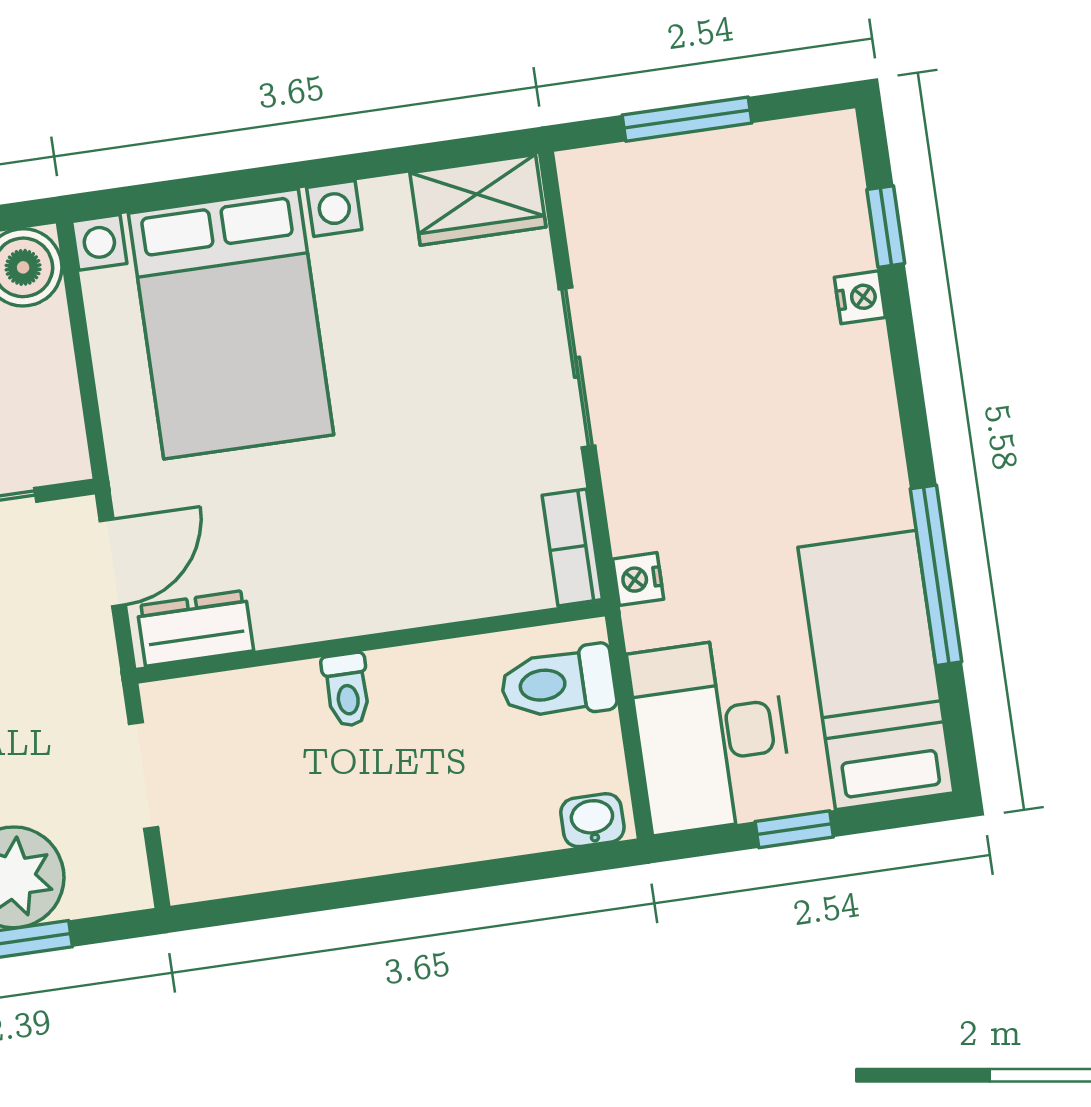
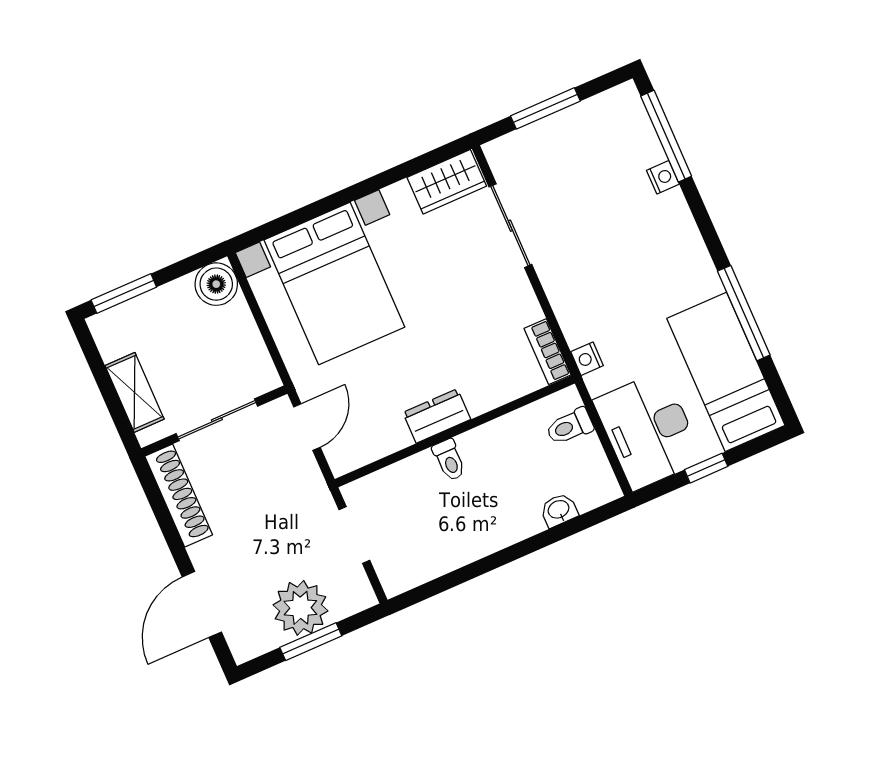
window: (886, 227) -> (666, 136), width x2.17
sliding door: (577, 367) -> (510, 226), moved
dresser: (195, 628) -> (437, 416), moved
toilet: (558, 683) -> (570, 426), width x0.73, depth x0.72
washbasin: (592, 820) -> (559, 510), moved

